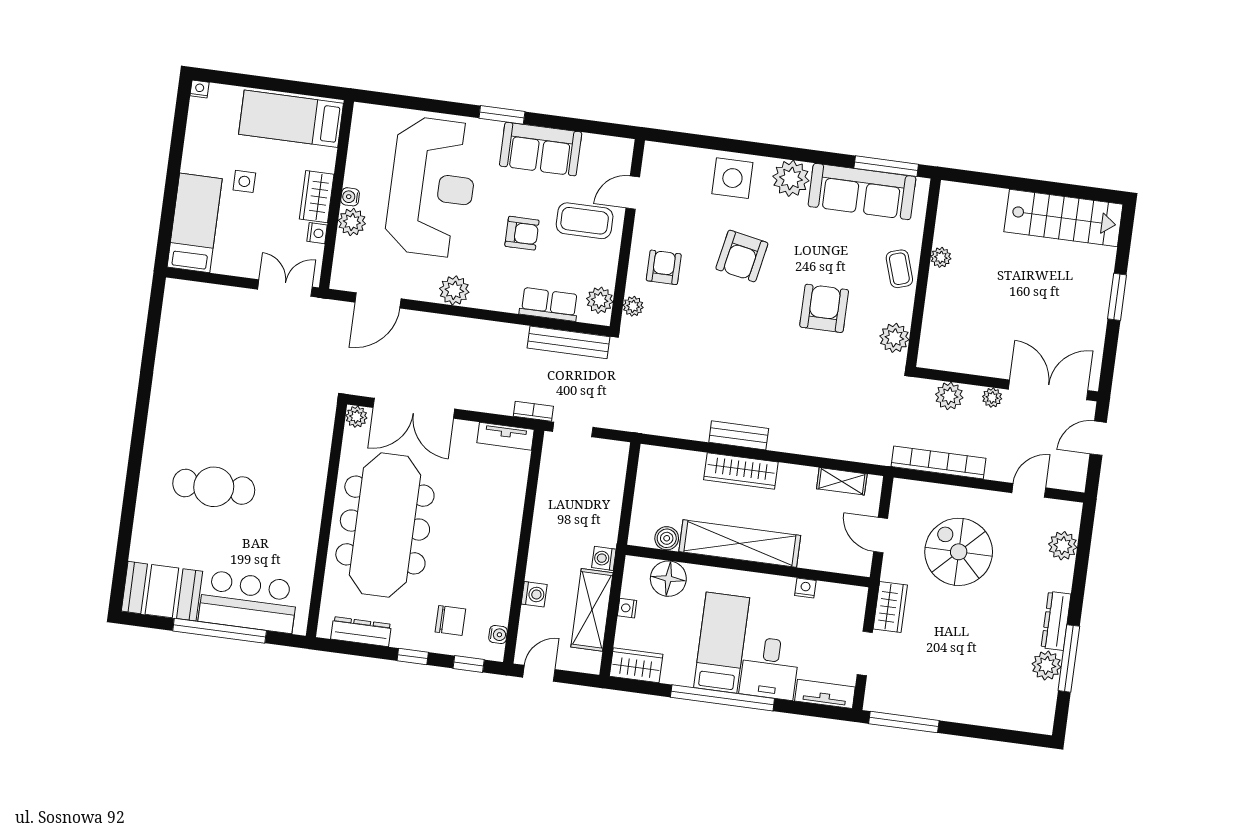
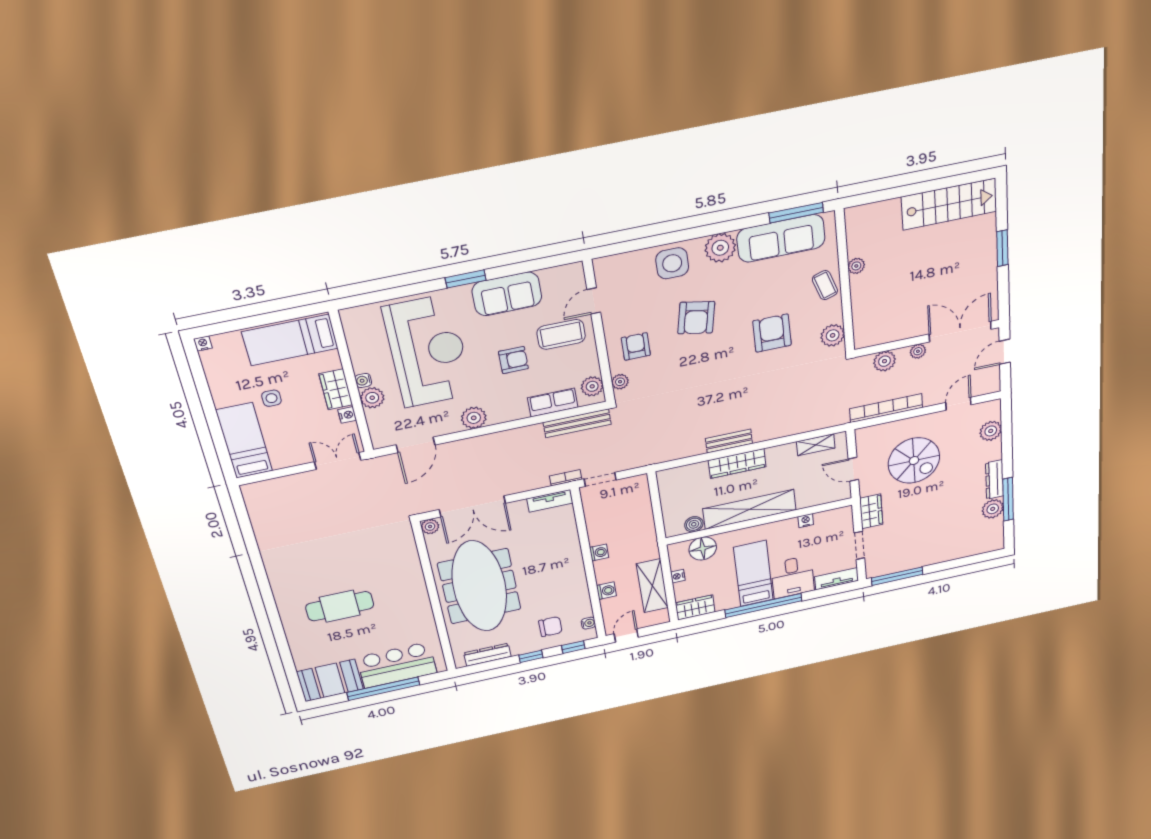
spiral stairs: (959, 552) -> (914, 461), turned 180
washing machine: (604, 558) -> (599, 552), moved, turned 180

